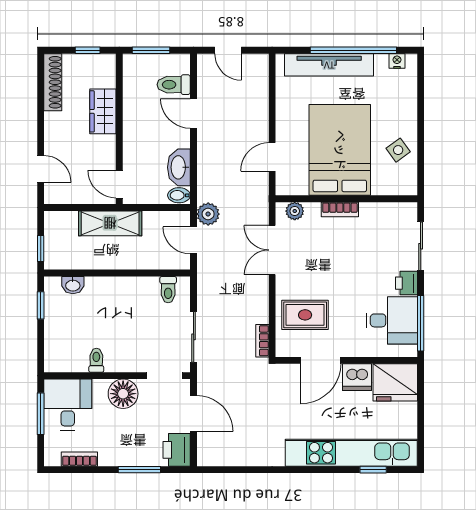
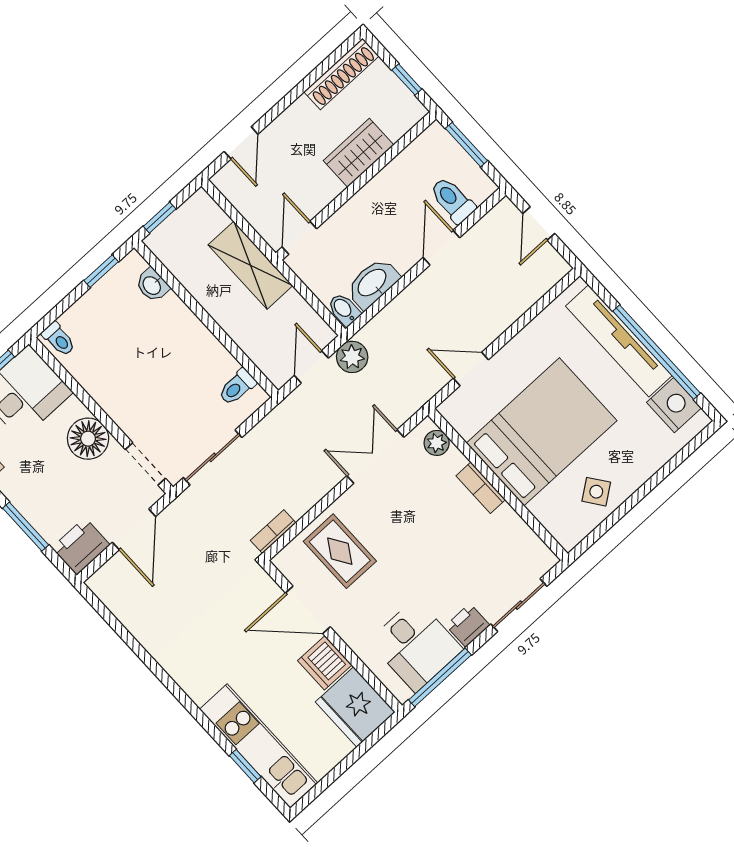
nightstand: (397, 61) -> (674, 405), width x1.89, depth x1.79
toilet: (96, 360) -> (59, 339), moved, turned 90
kitchen unit: (351, 453) -> (258, 746), width x0.73

